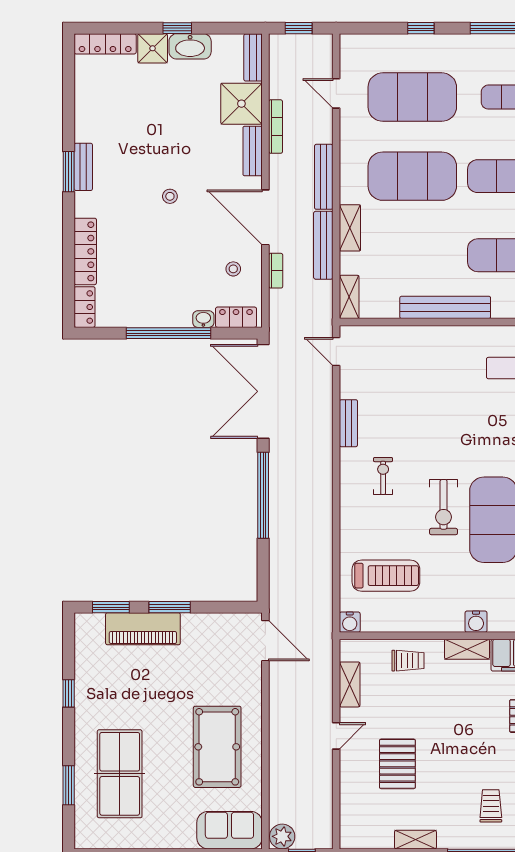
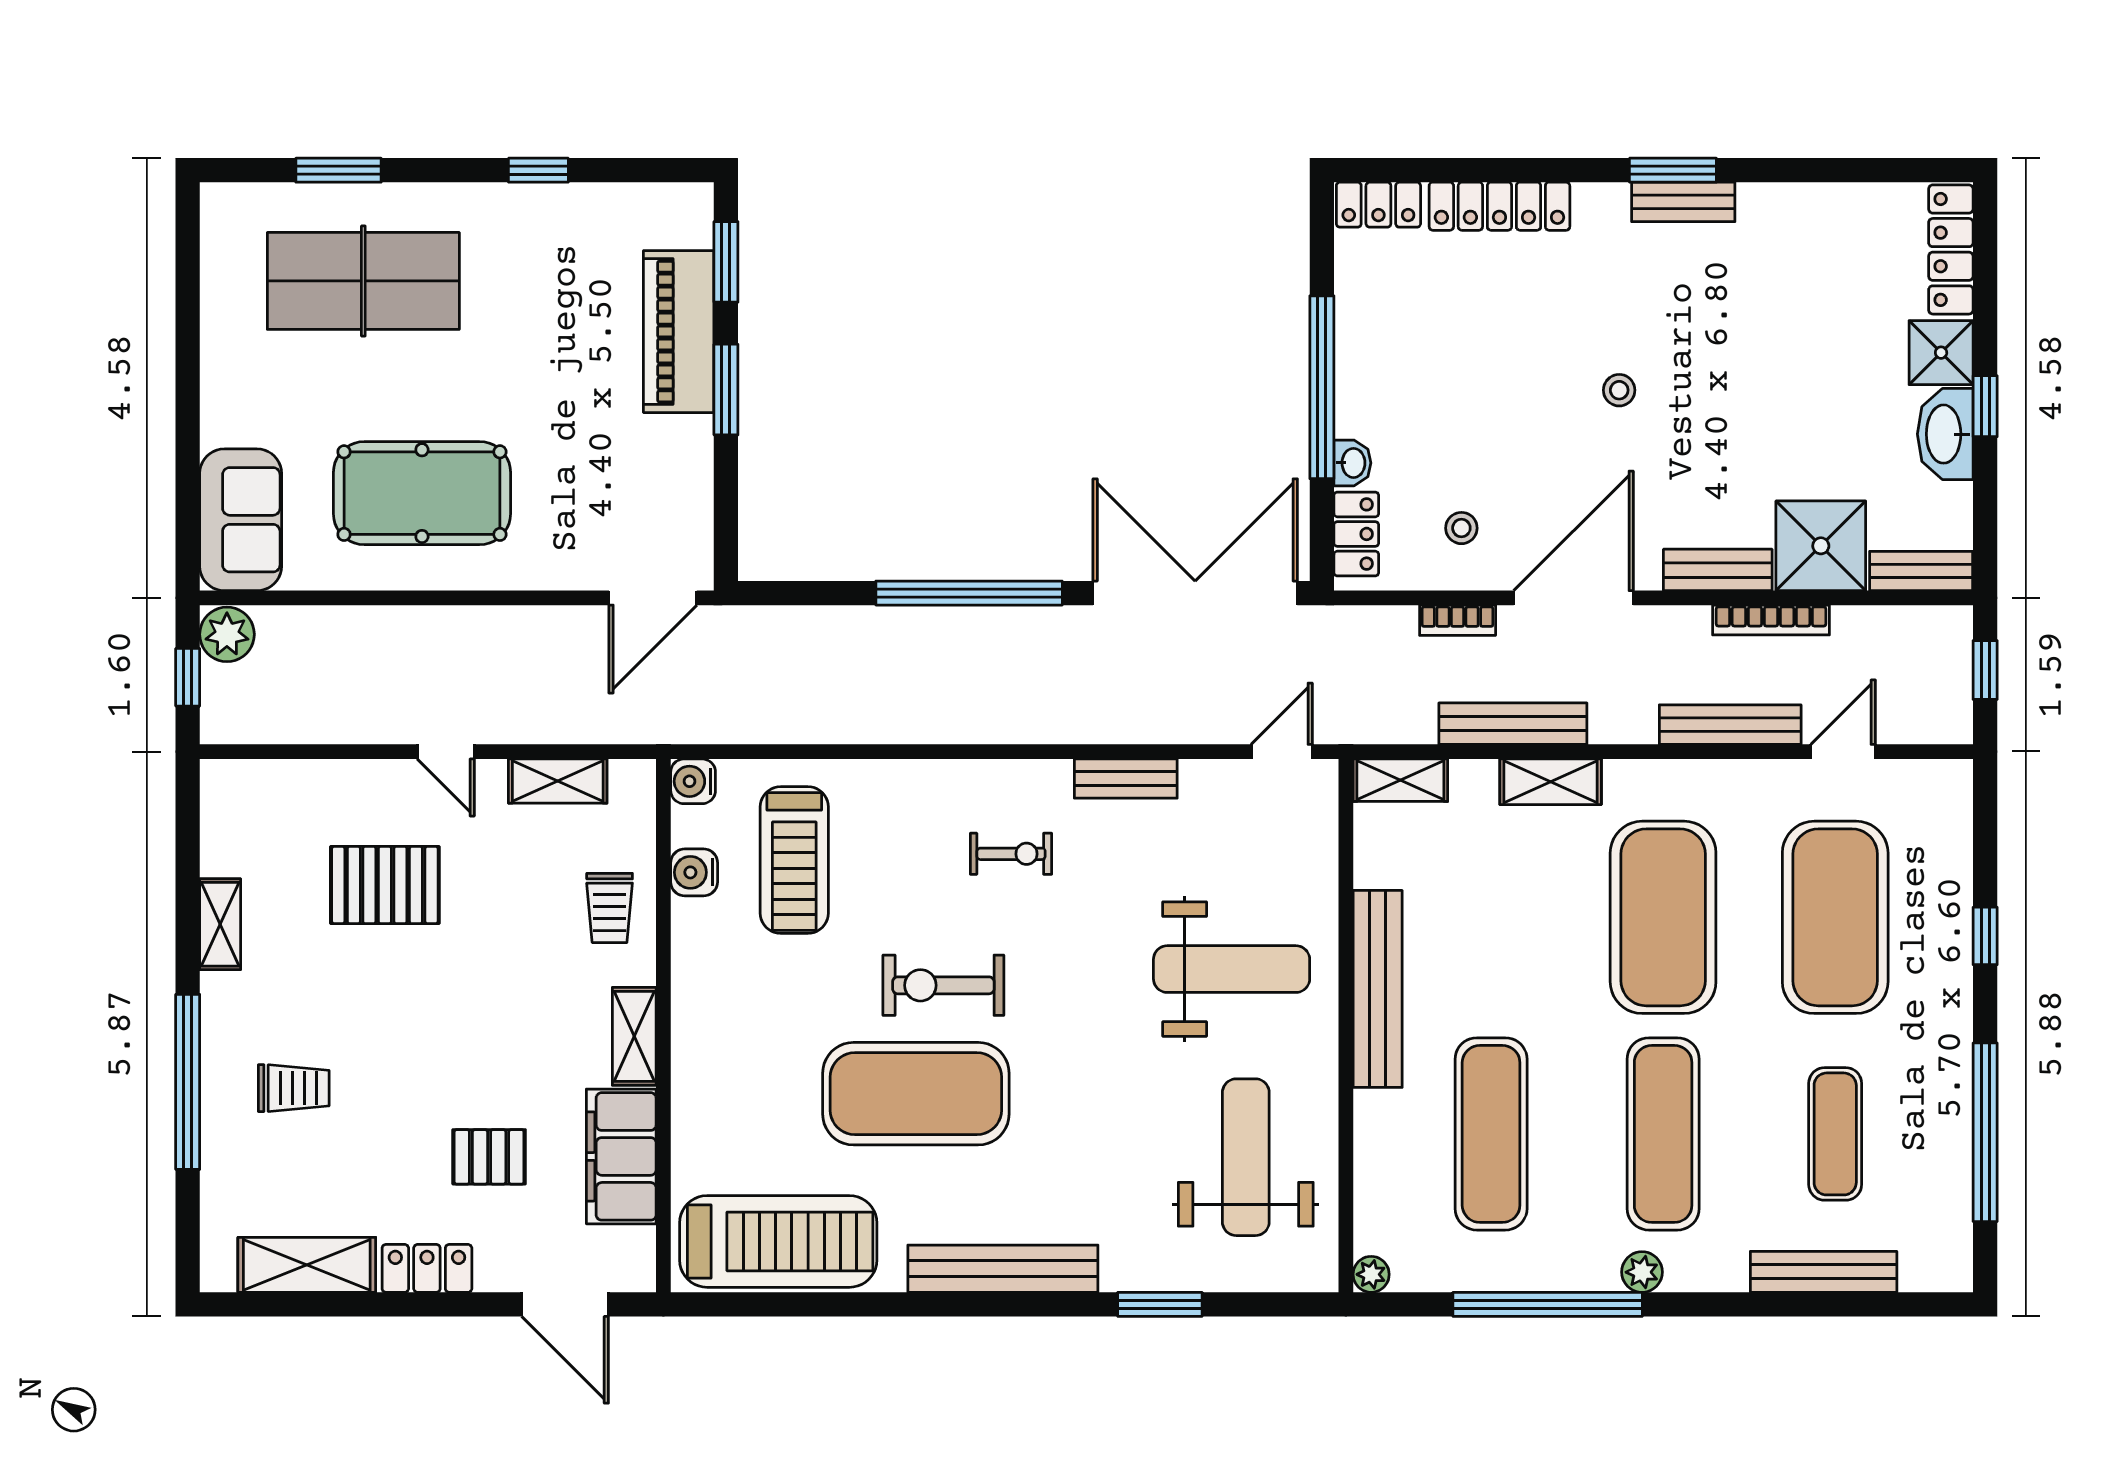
bench: (324, 177) -> (1730, 725), moved
weight bench: (436, 375) -> (1232, 969), added
water cooler: (476, 622) -> (694, 872), moved

